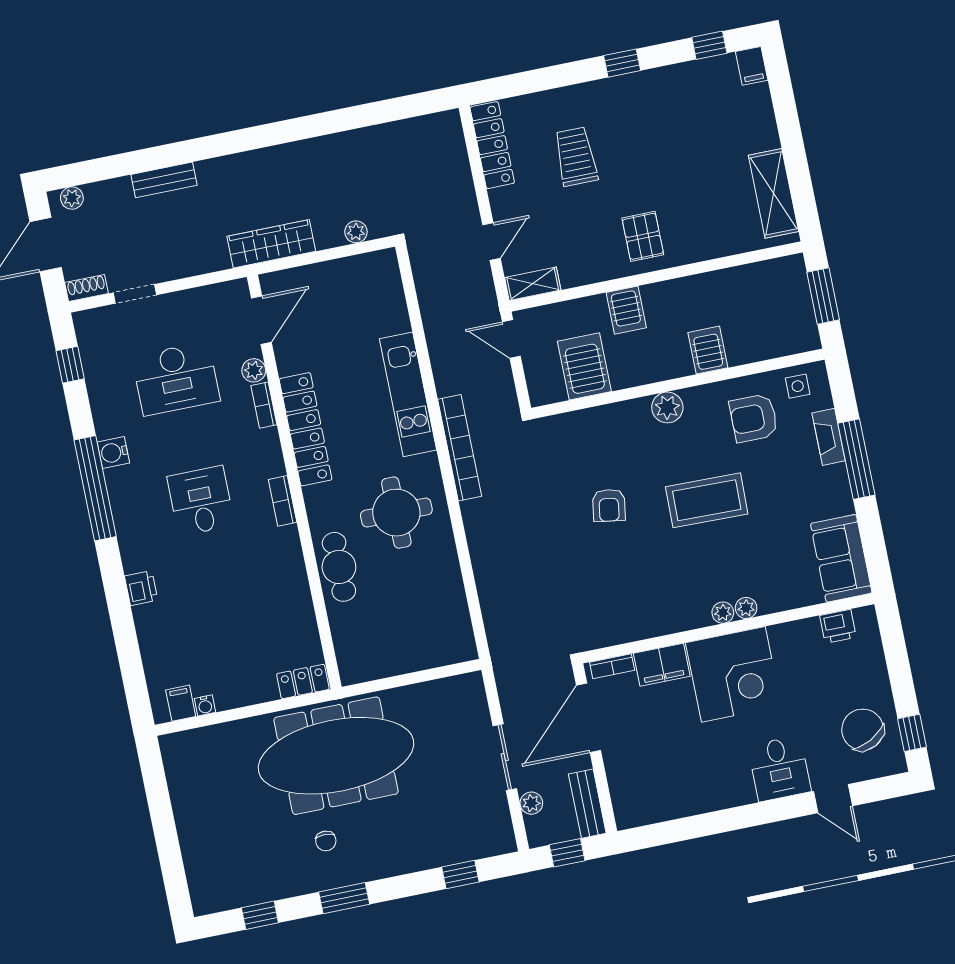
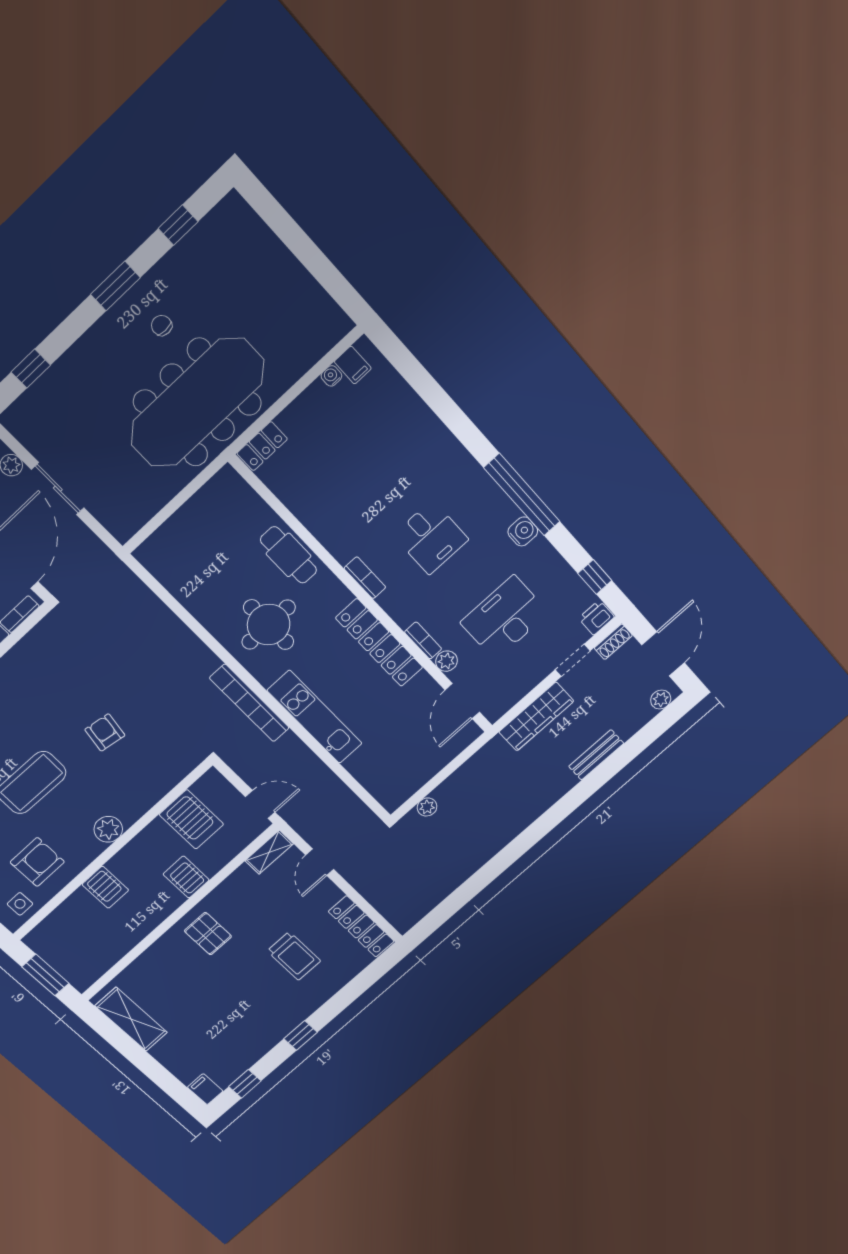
wardrobe: (271, 244) -> (536, 717), moved
printer: (141, 588) -> (596, 618), moved, turned 90

